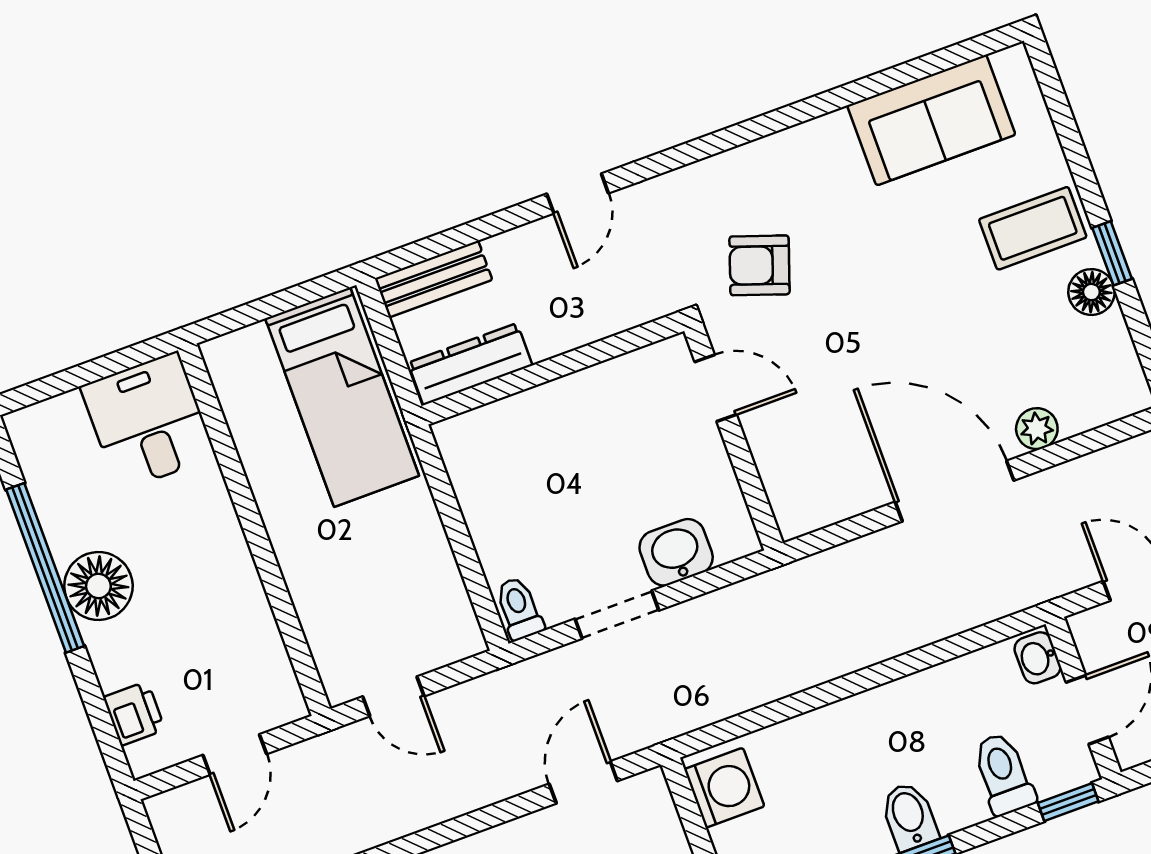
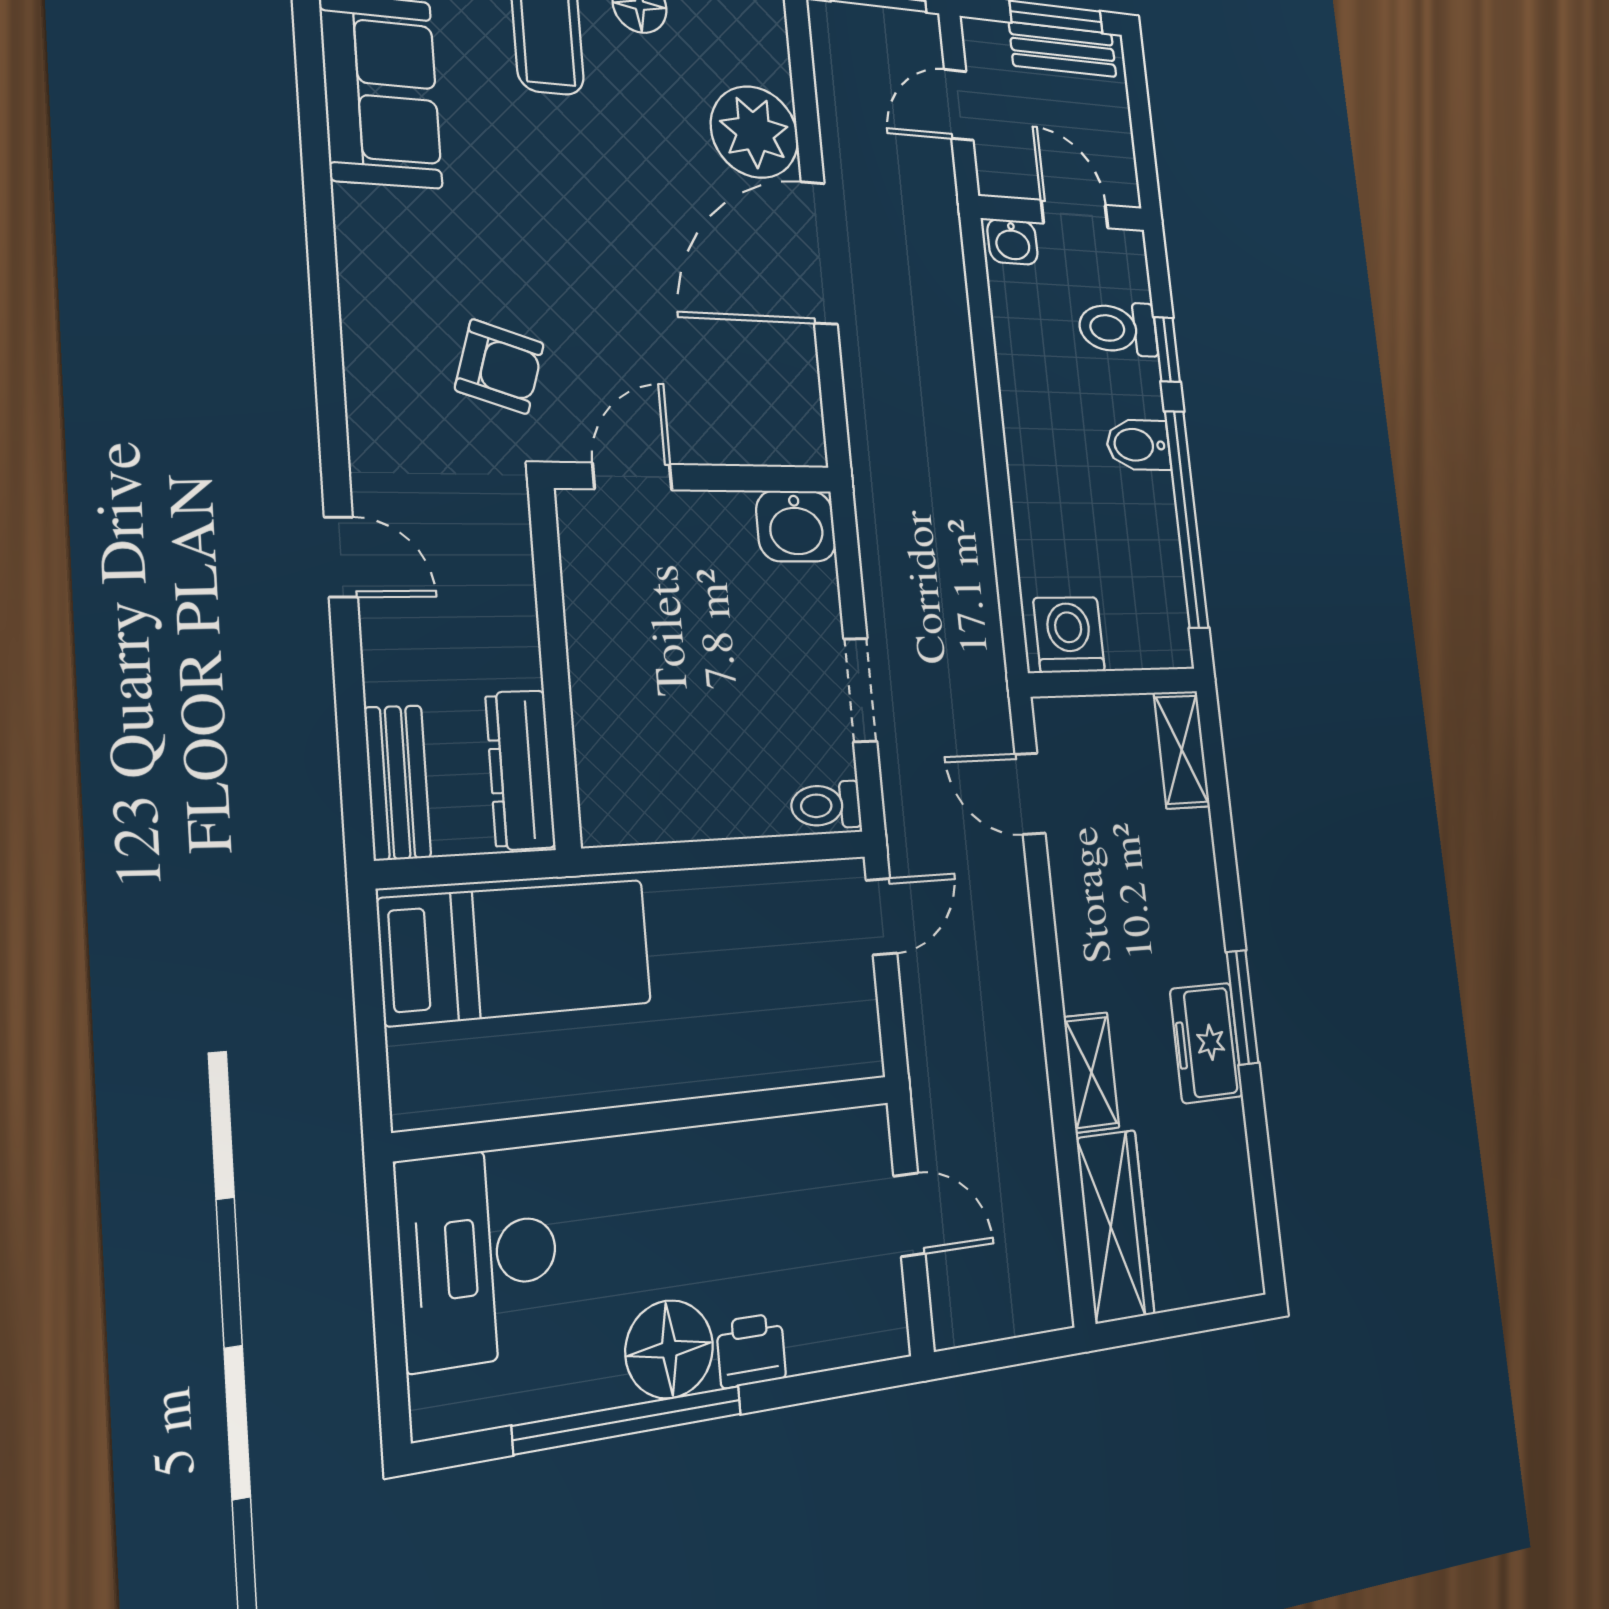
armchair: (759, 265) -> (499, 367), turned -92
desk: (148, 421) -> (478, 1257), width x1.37
plant: (1037, 429) -> (755, 132), width x1.87, depth x1.87
washbasin: (676, 552) -> (796, 526), moved, turned -90
door: (393, 696) -> (881, 917), moved
printer: (134, 713) -> (751, 1350), moved
window: (1068, 802) -> (1167, 349), moved

